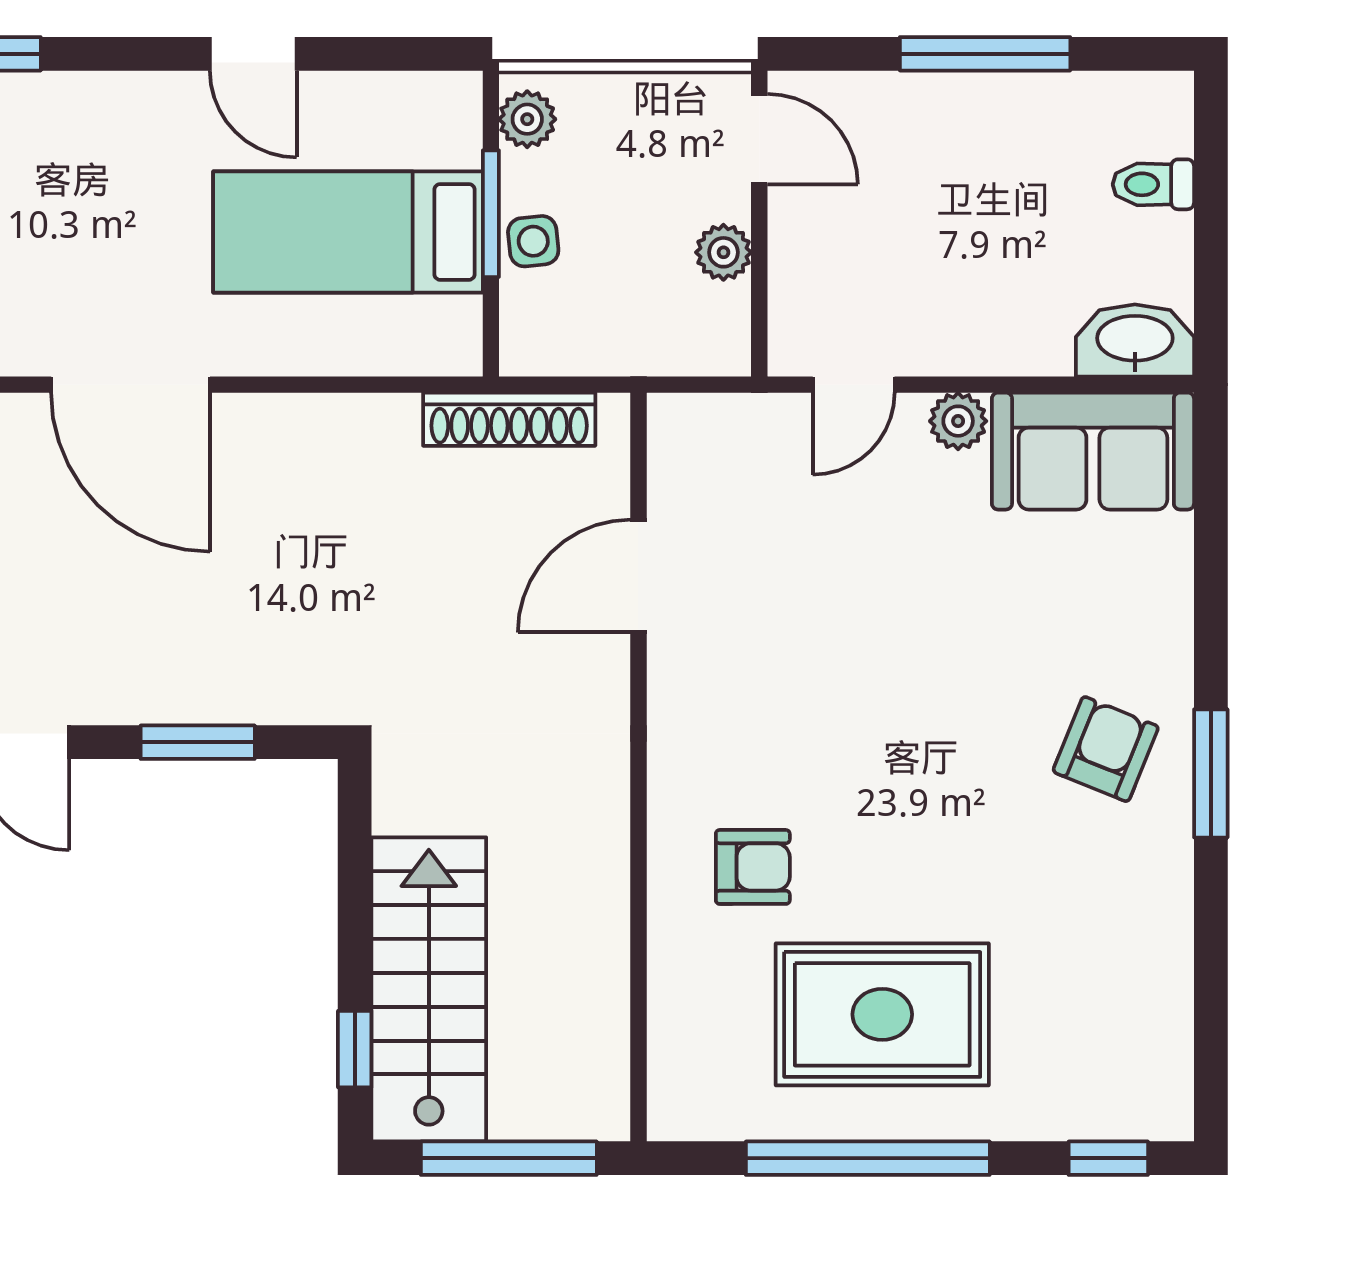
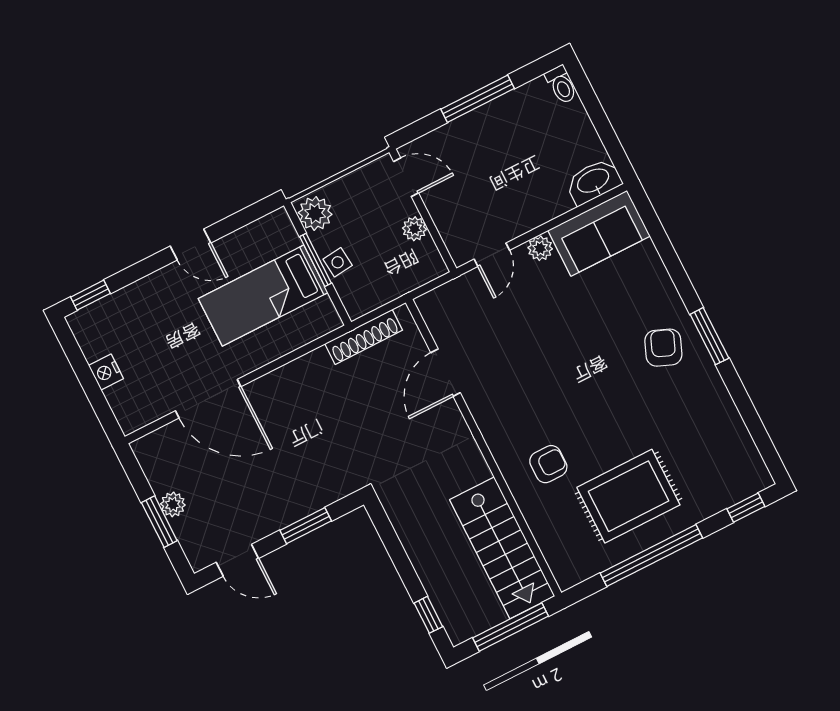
plant: (527, 119) -> (315, 213), width x1.38, depth x1.38
toilet: (1153, 184) -> (561, 85), moved, turned -90
stairs: (429, 989) -> (502, 548), moved, turned 180

